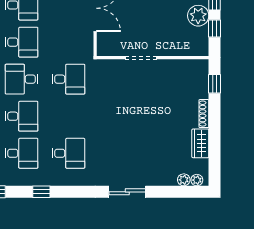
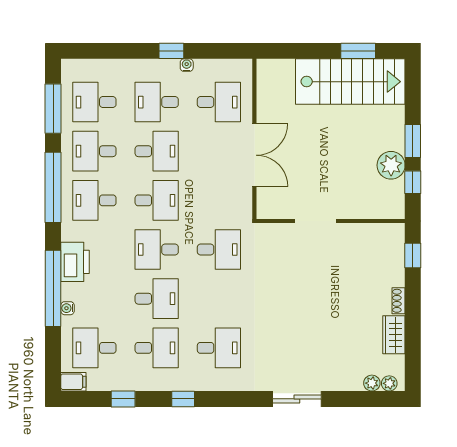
shoe rack: (204, 114) -> (399, 301), width x0.70

